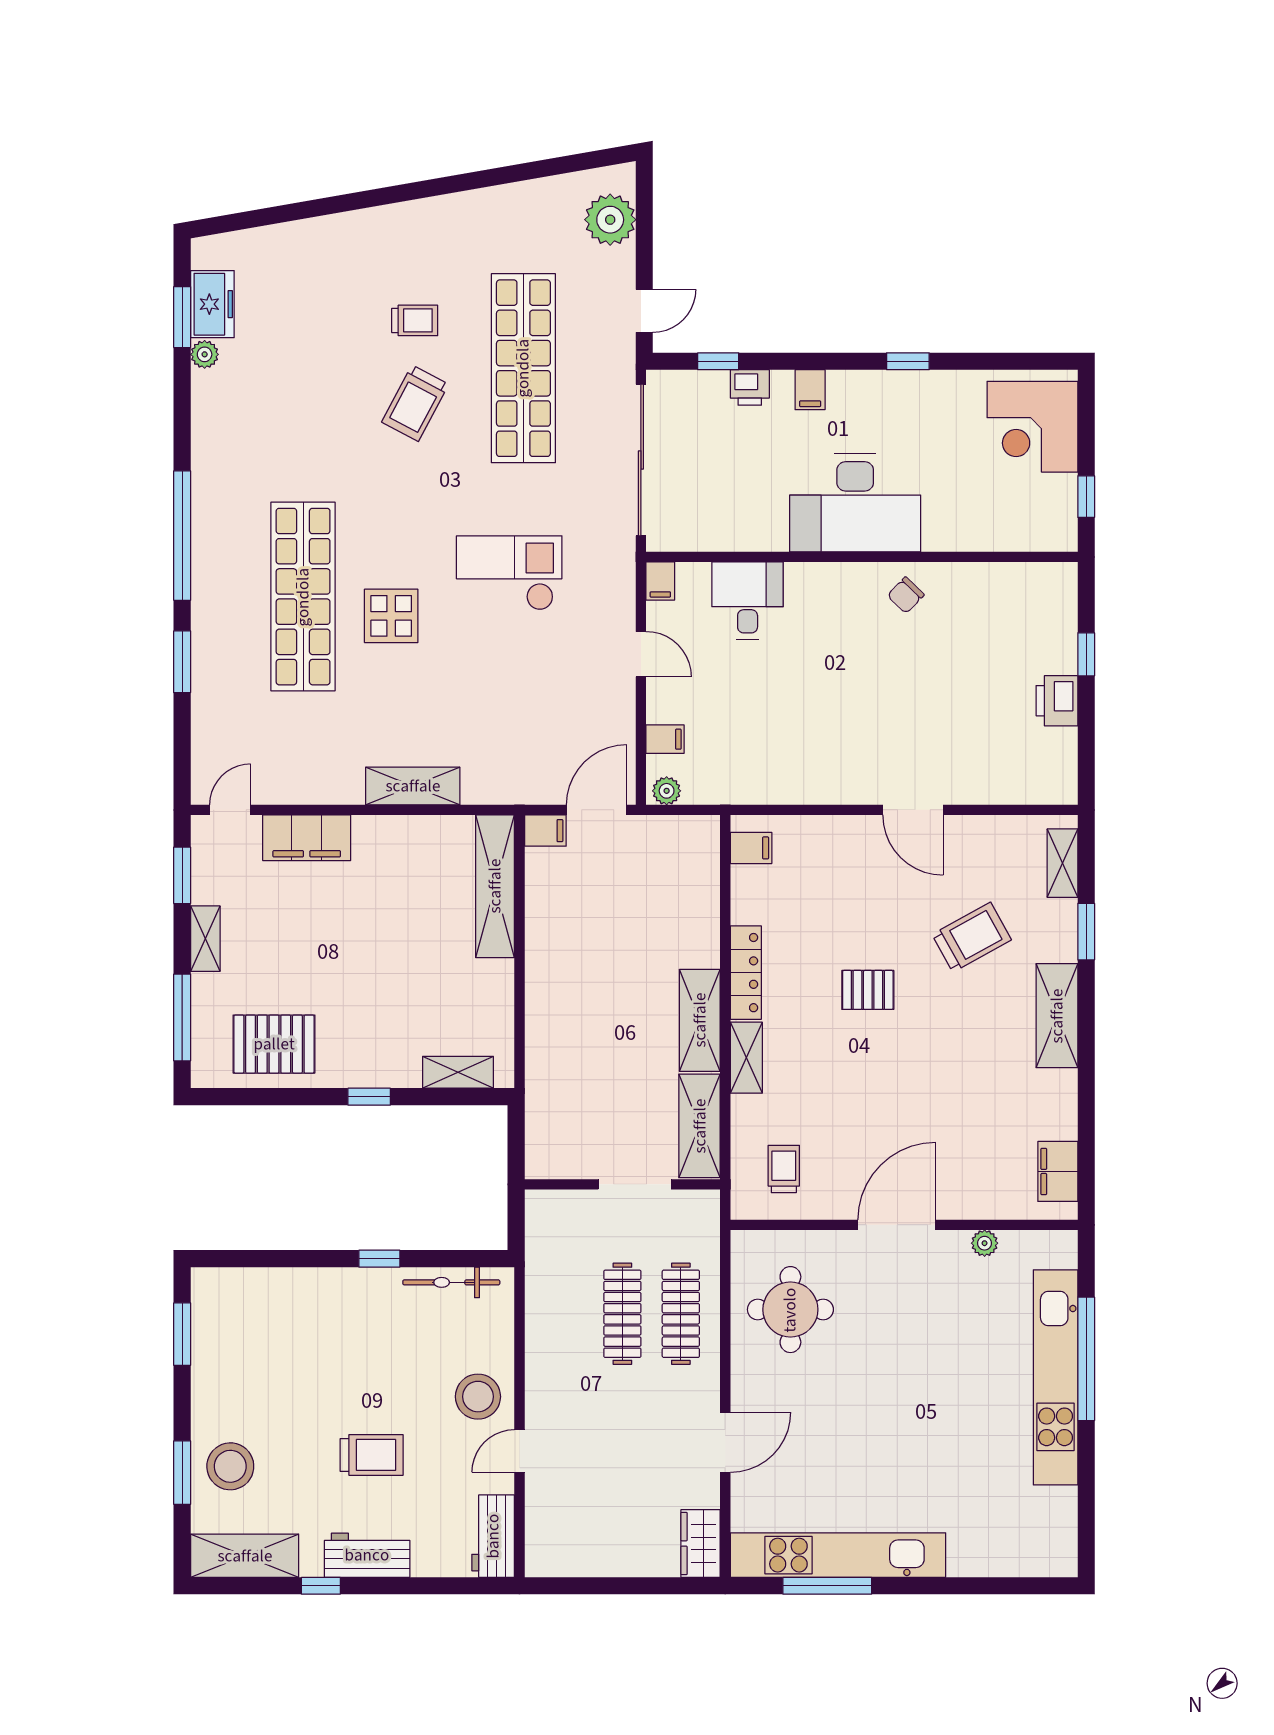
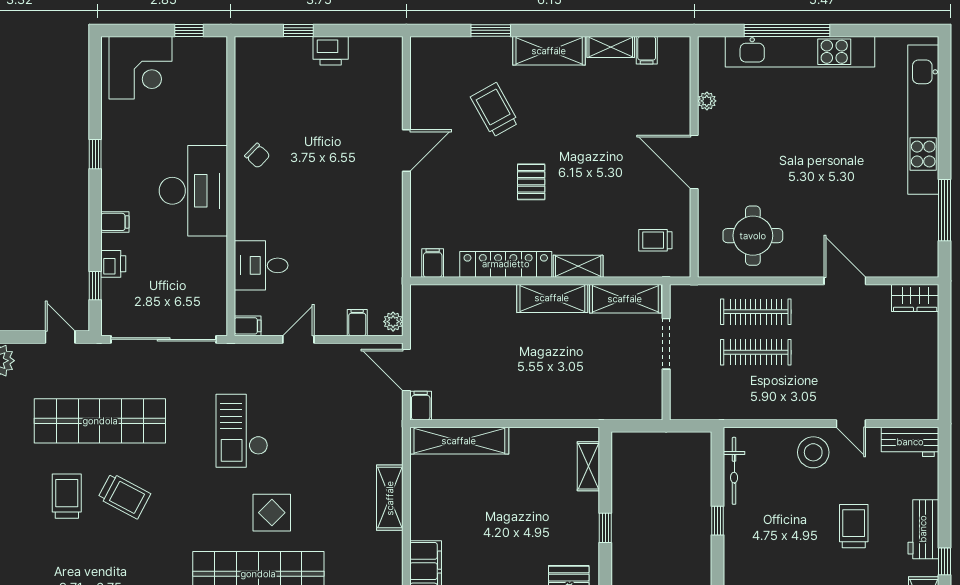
trolley: (415, 320) -> (67, 496), width x1.36, depth x1.39
shelving: (1062, 863) -> (611, 47), moved
locker: (746, 973) -> (506, 264), width x1.41, depth x1.21
filing cabinet: (1058, 1171) -> (647, 50), width x0.50
kitchen unit: (838, 1555) -> (923, 120), moved

